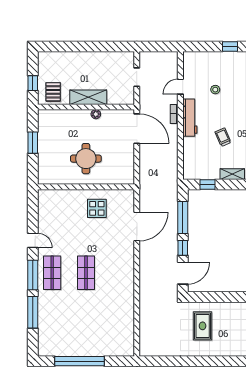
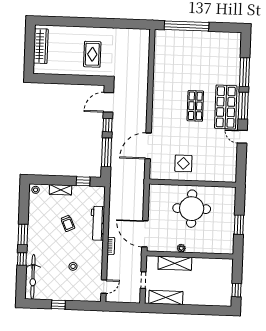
shelving: (111, 59) -> (166, 297), added
window: (33, 83) -> (237, 290), moved
door: (180, 87) -> (104, 287), moved
pallet: (53, 92) -> (219, 270), removed
shelving: (88, 97) -> (175, 263), moved
workbench: (190, 118) -> (98, 223), moved
round table: (86, 159) -> (192, 209), width x1.36, depth x1.36
shop shelf: (52, 273) -> (226, 107), width x1.43, depth x1.36
window: (80, 361) -> (187, 26), moved

